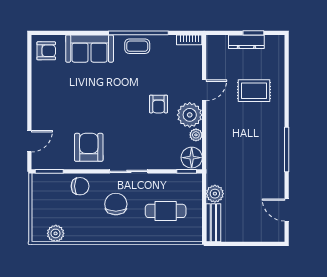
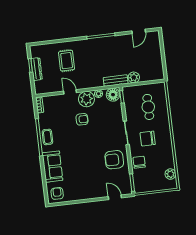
bench: (213, 223) -> (116, 81), moved

